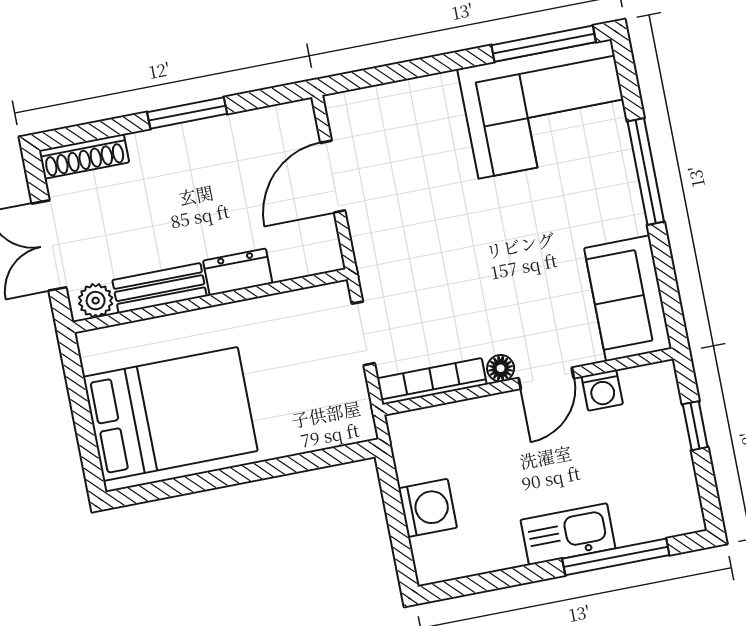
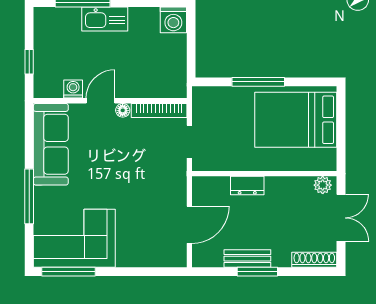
bench: (160, 288) -> (247, 259), moved
sofa: (628, 298) -> (51, 144), width x1.36
window: (255, 472) -> (258, 82), added
washing machine: (428, 508) -> (173, 20), moved, turned -90

